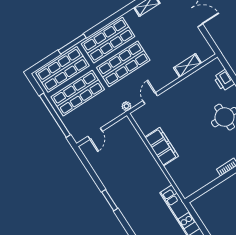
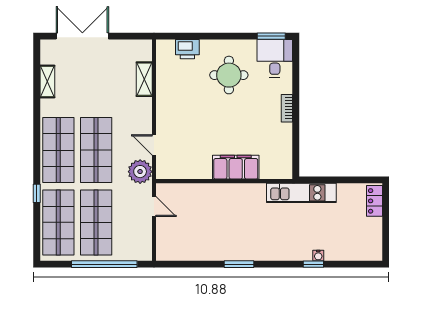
window: (72, 44) -> (37, 193), width x0.46
plant: (126, 106) -> (140, 172), width x1.88, depth x1.88
door: (95, 134) -> (154, 207), moved
filing cabinet: (162, 147) -> (236, 167), moved

